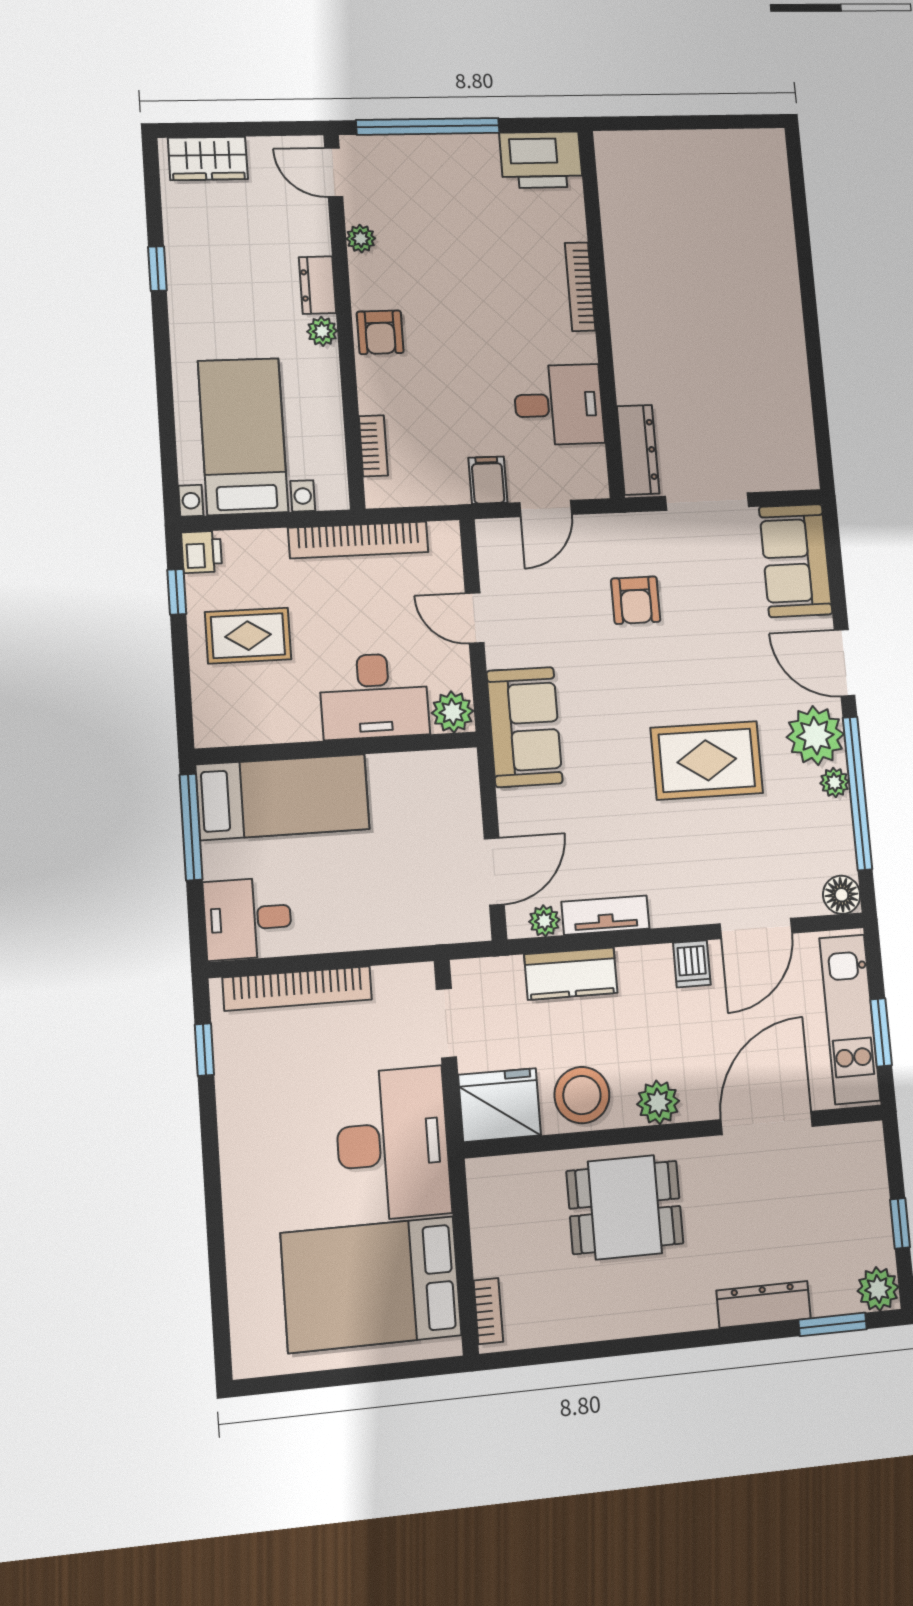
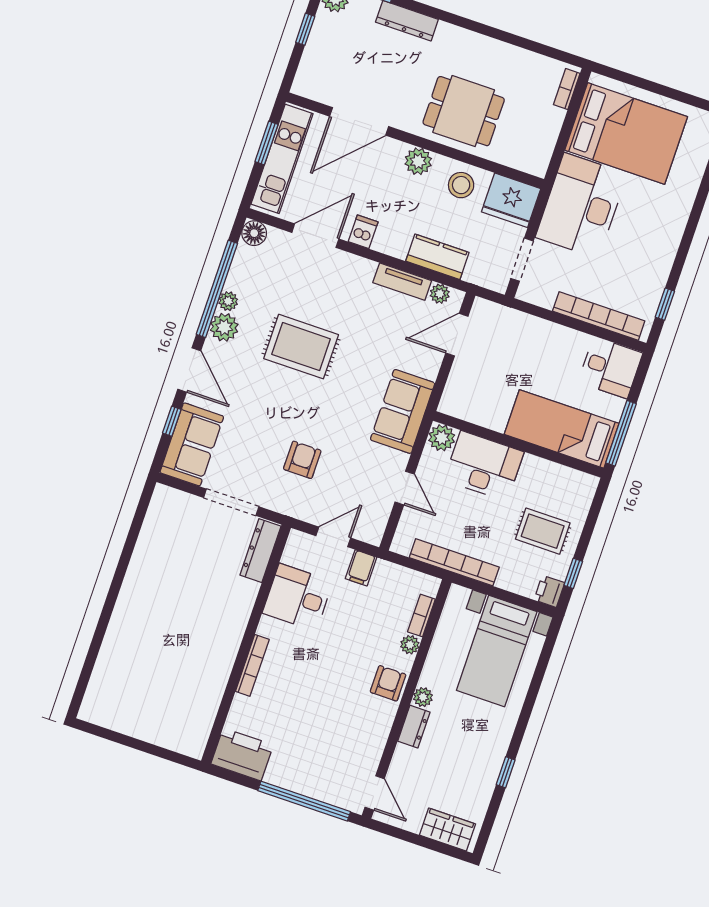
plant: (361, 239) -> (410, 645), moved
window: (837, 582) -> (172, 421), added
plant: (815, 736) -> (224, 327), width x0.73, depth x0.73
stool: (582, 1095) -> (461, 185), width x0.73, depth x0.73

